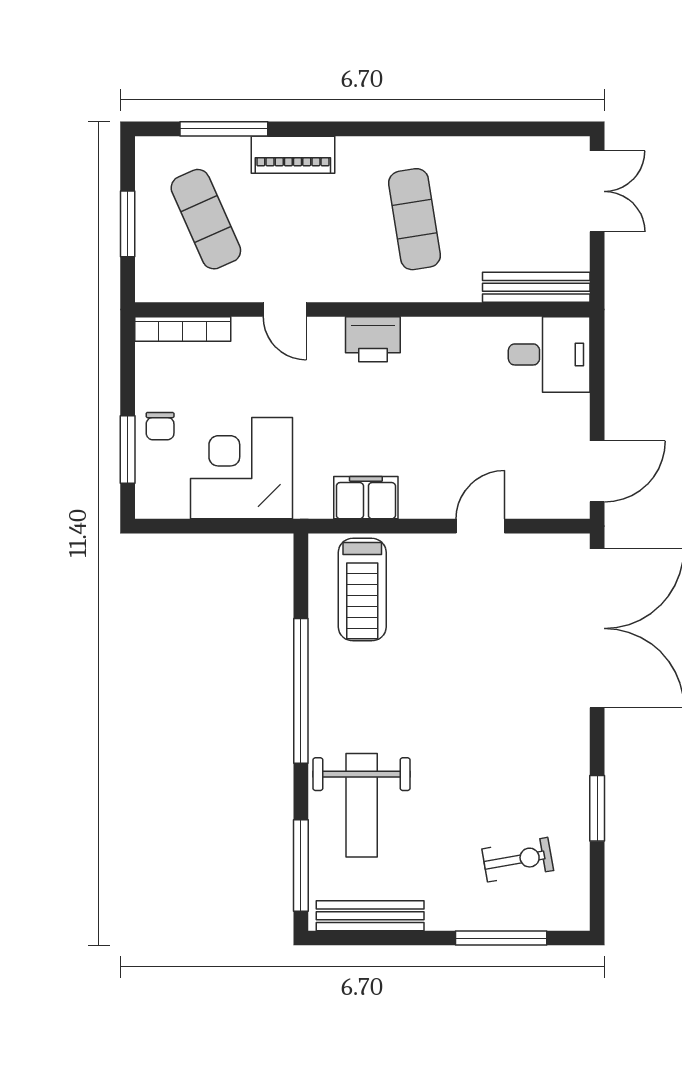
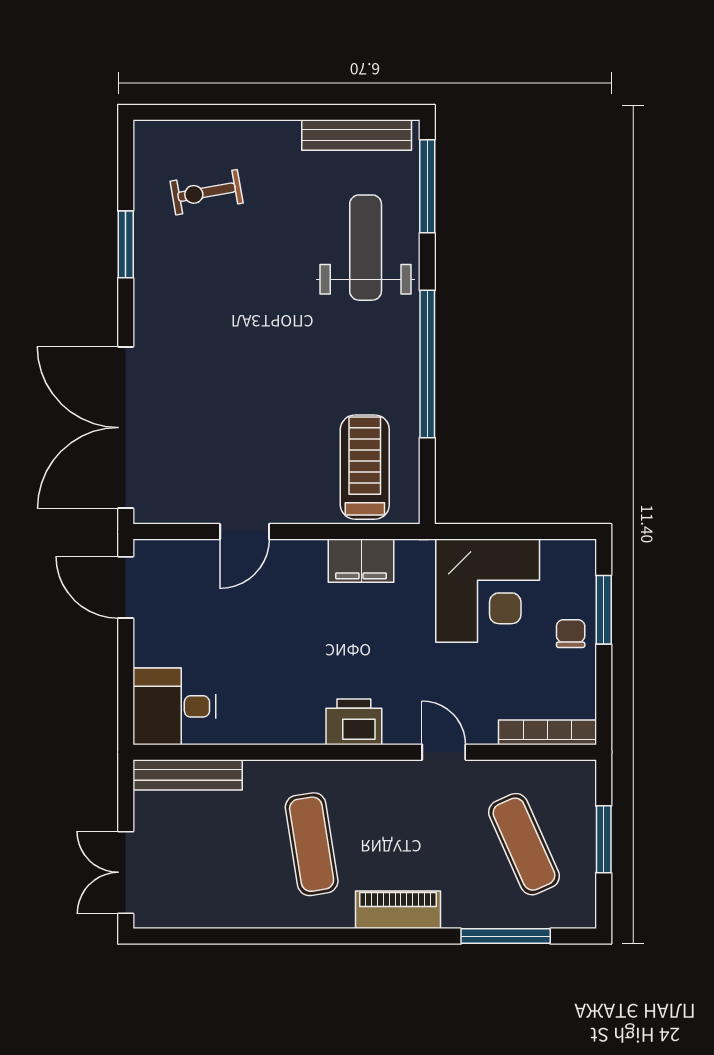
piano: (293, 155) -> (398, 910), moved
door: (597, 471) -> (126, 587), hinge flipped
window: (501, 938) -> (223, 112), removed

